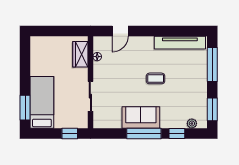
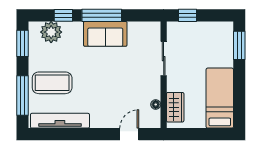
coffee table: (156, 78) -> (52, 83), moved, width x1.86, depth x1.72
bed: (42, 102) -> (220, 98), moved, turned 180
plant: (192, 123) -> (51, 32), width x1.88, depth x1.88

